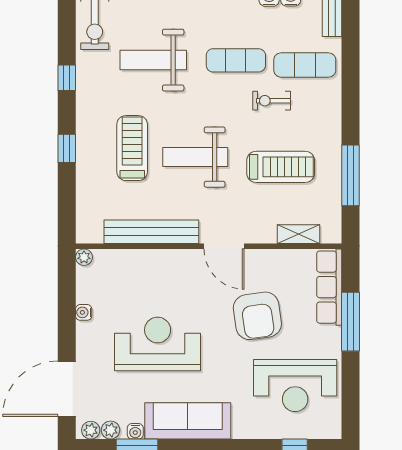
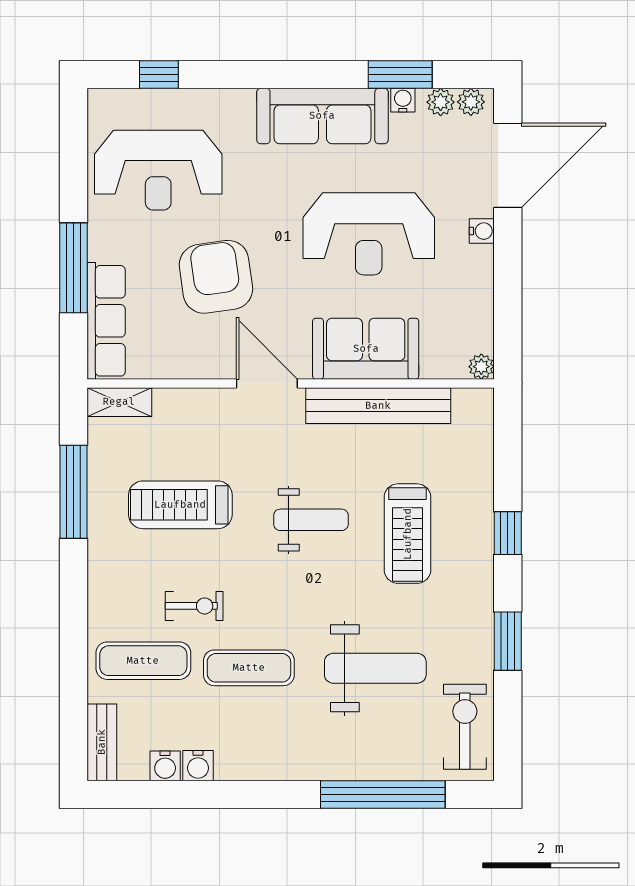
window: (67, 78) -> (508, 641), width x1.50
weight bench: (195, 157) -> (311, 520), width x0.73, depth x0.75
shelving: (298, 234) -> (119, 402), moved
sofa: (160, 269) -> (366, 349), added
water cooler: (84, 312) -> (482, 231), moved
reception desk: (295, 386) -> (158, 170), turned 180

